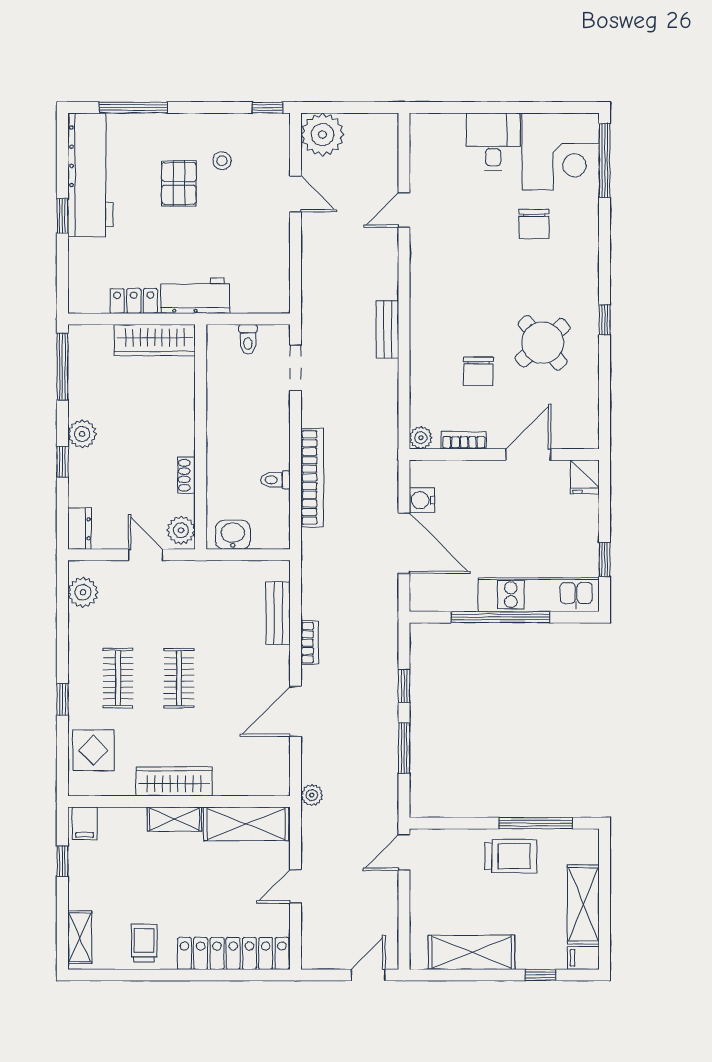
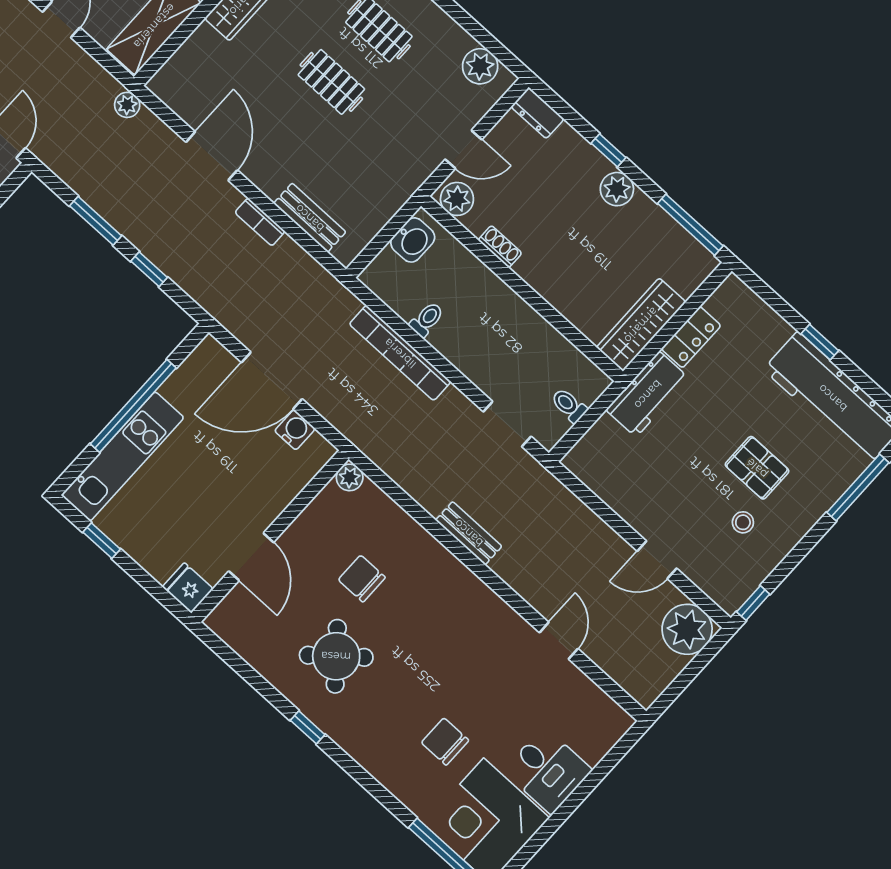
bookcase: (464, 440) -> (314, 513), removed

